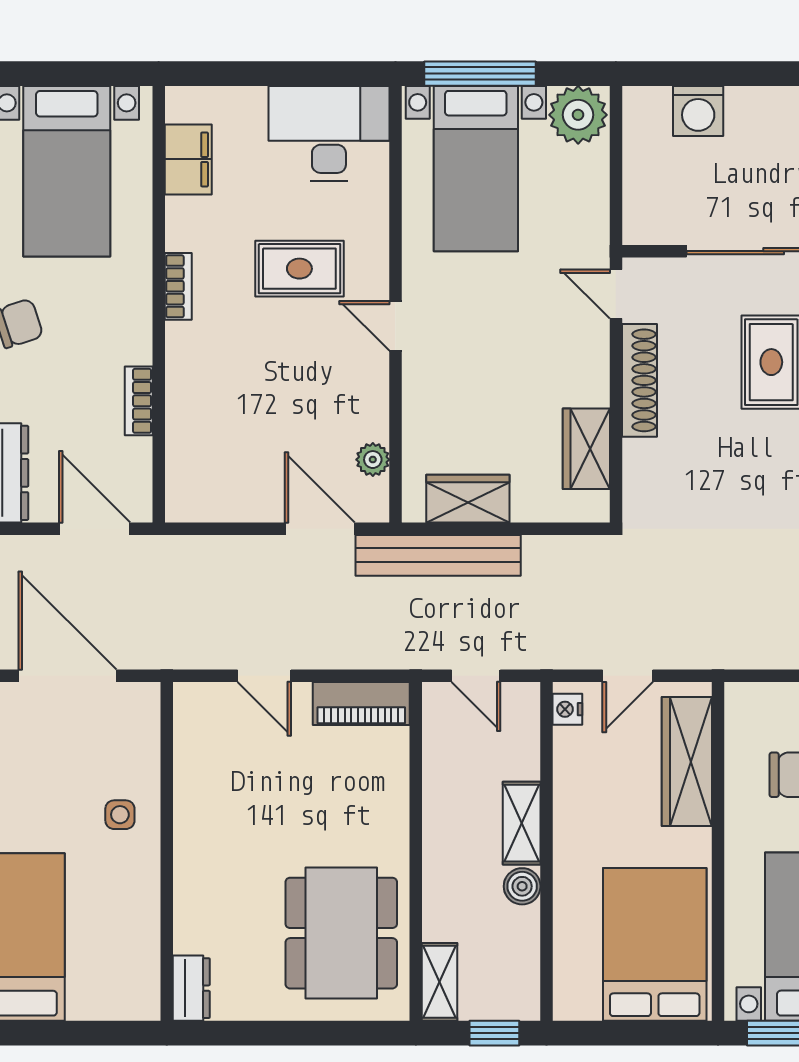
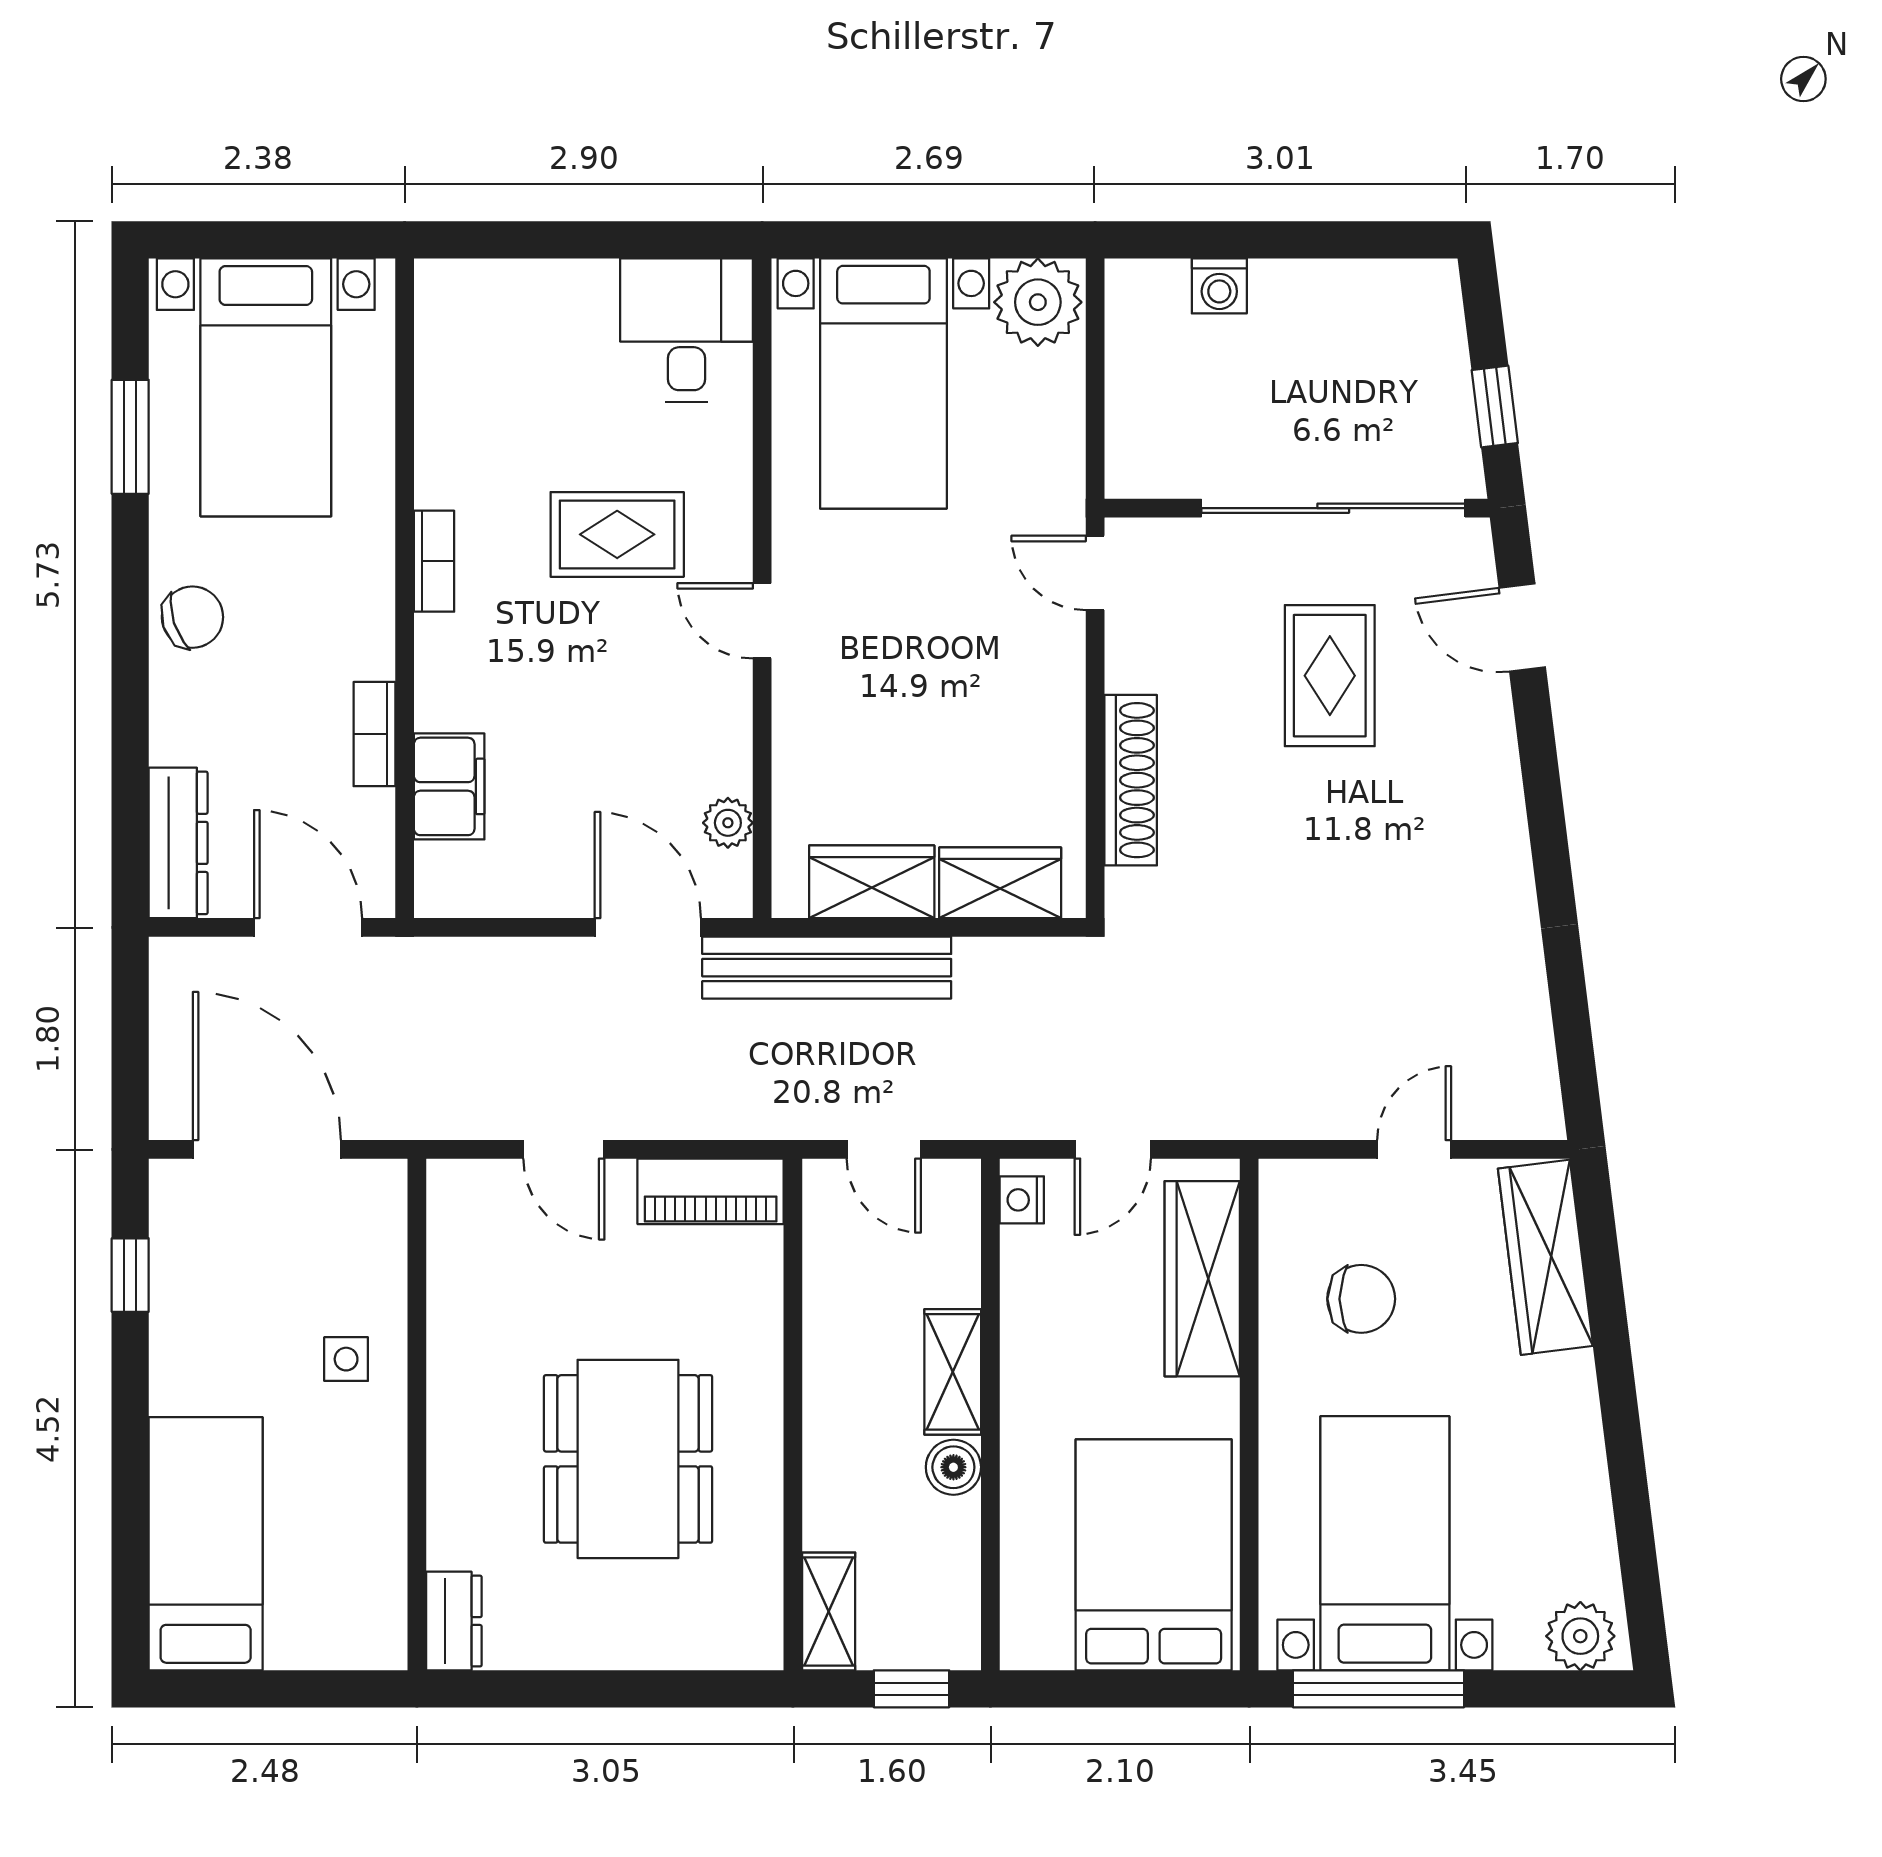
window: (480, 74) -> (890, 240), removed
washing machine: (698, 111) -> (1219, 286), width x0.73, depth x0.73
desk: (329, 133) -> (686, 330), width x0.73
filing cabinet: (188, 159) -> (449, 786), moved
shoe rack: (639, 380) -> (1131, 780), moved
wardrobe: (586, 449) -> (1000, 883), moved, turned 90
dining table: (341, 933) -> (628, 1459), moved

